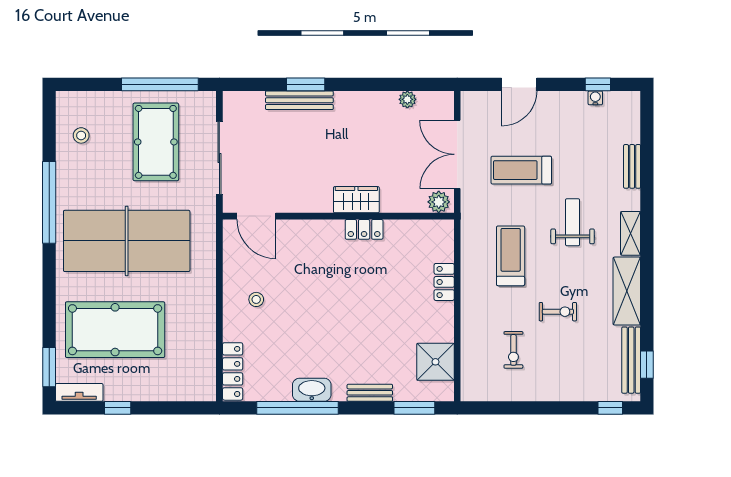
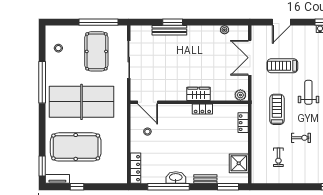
wardrobe: (356, 200) -> (198, 94), moved
plant: (439, 202) -> (240, 95), moved
door: (256, 216) -> (148, 102), moved
wall: (338, 216) -> (189, 102), moved
locker: (364, 229) -> (202, 109), moved

